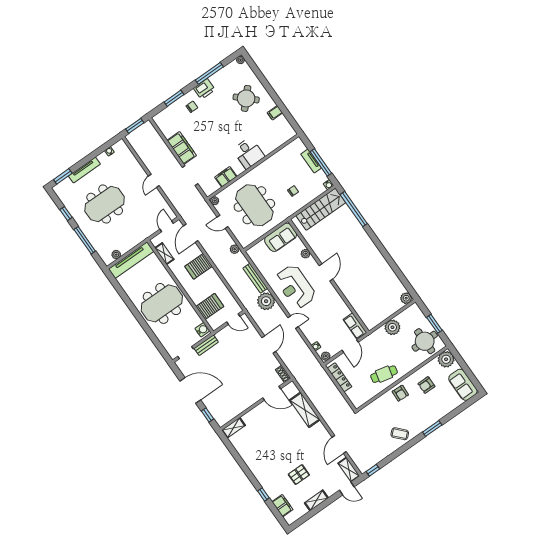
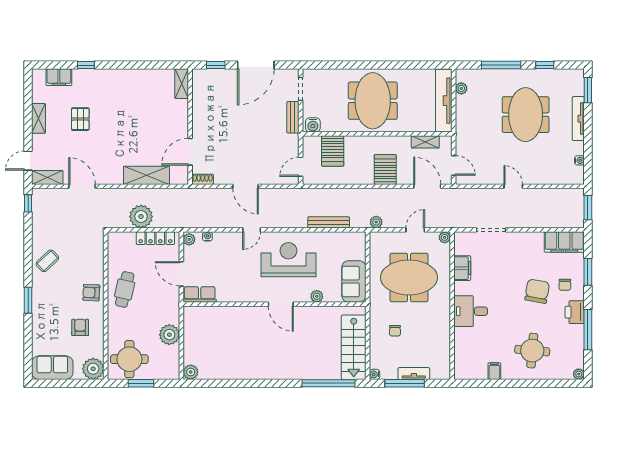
round table: (246, 98) -> (532, 351), turned -38
chair: (208, 121) -> (537, 291), added
filing cabinet: (182, 148) -> (564, 242), moved
plant: (266, 301) -> (141, 217), moved

